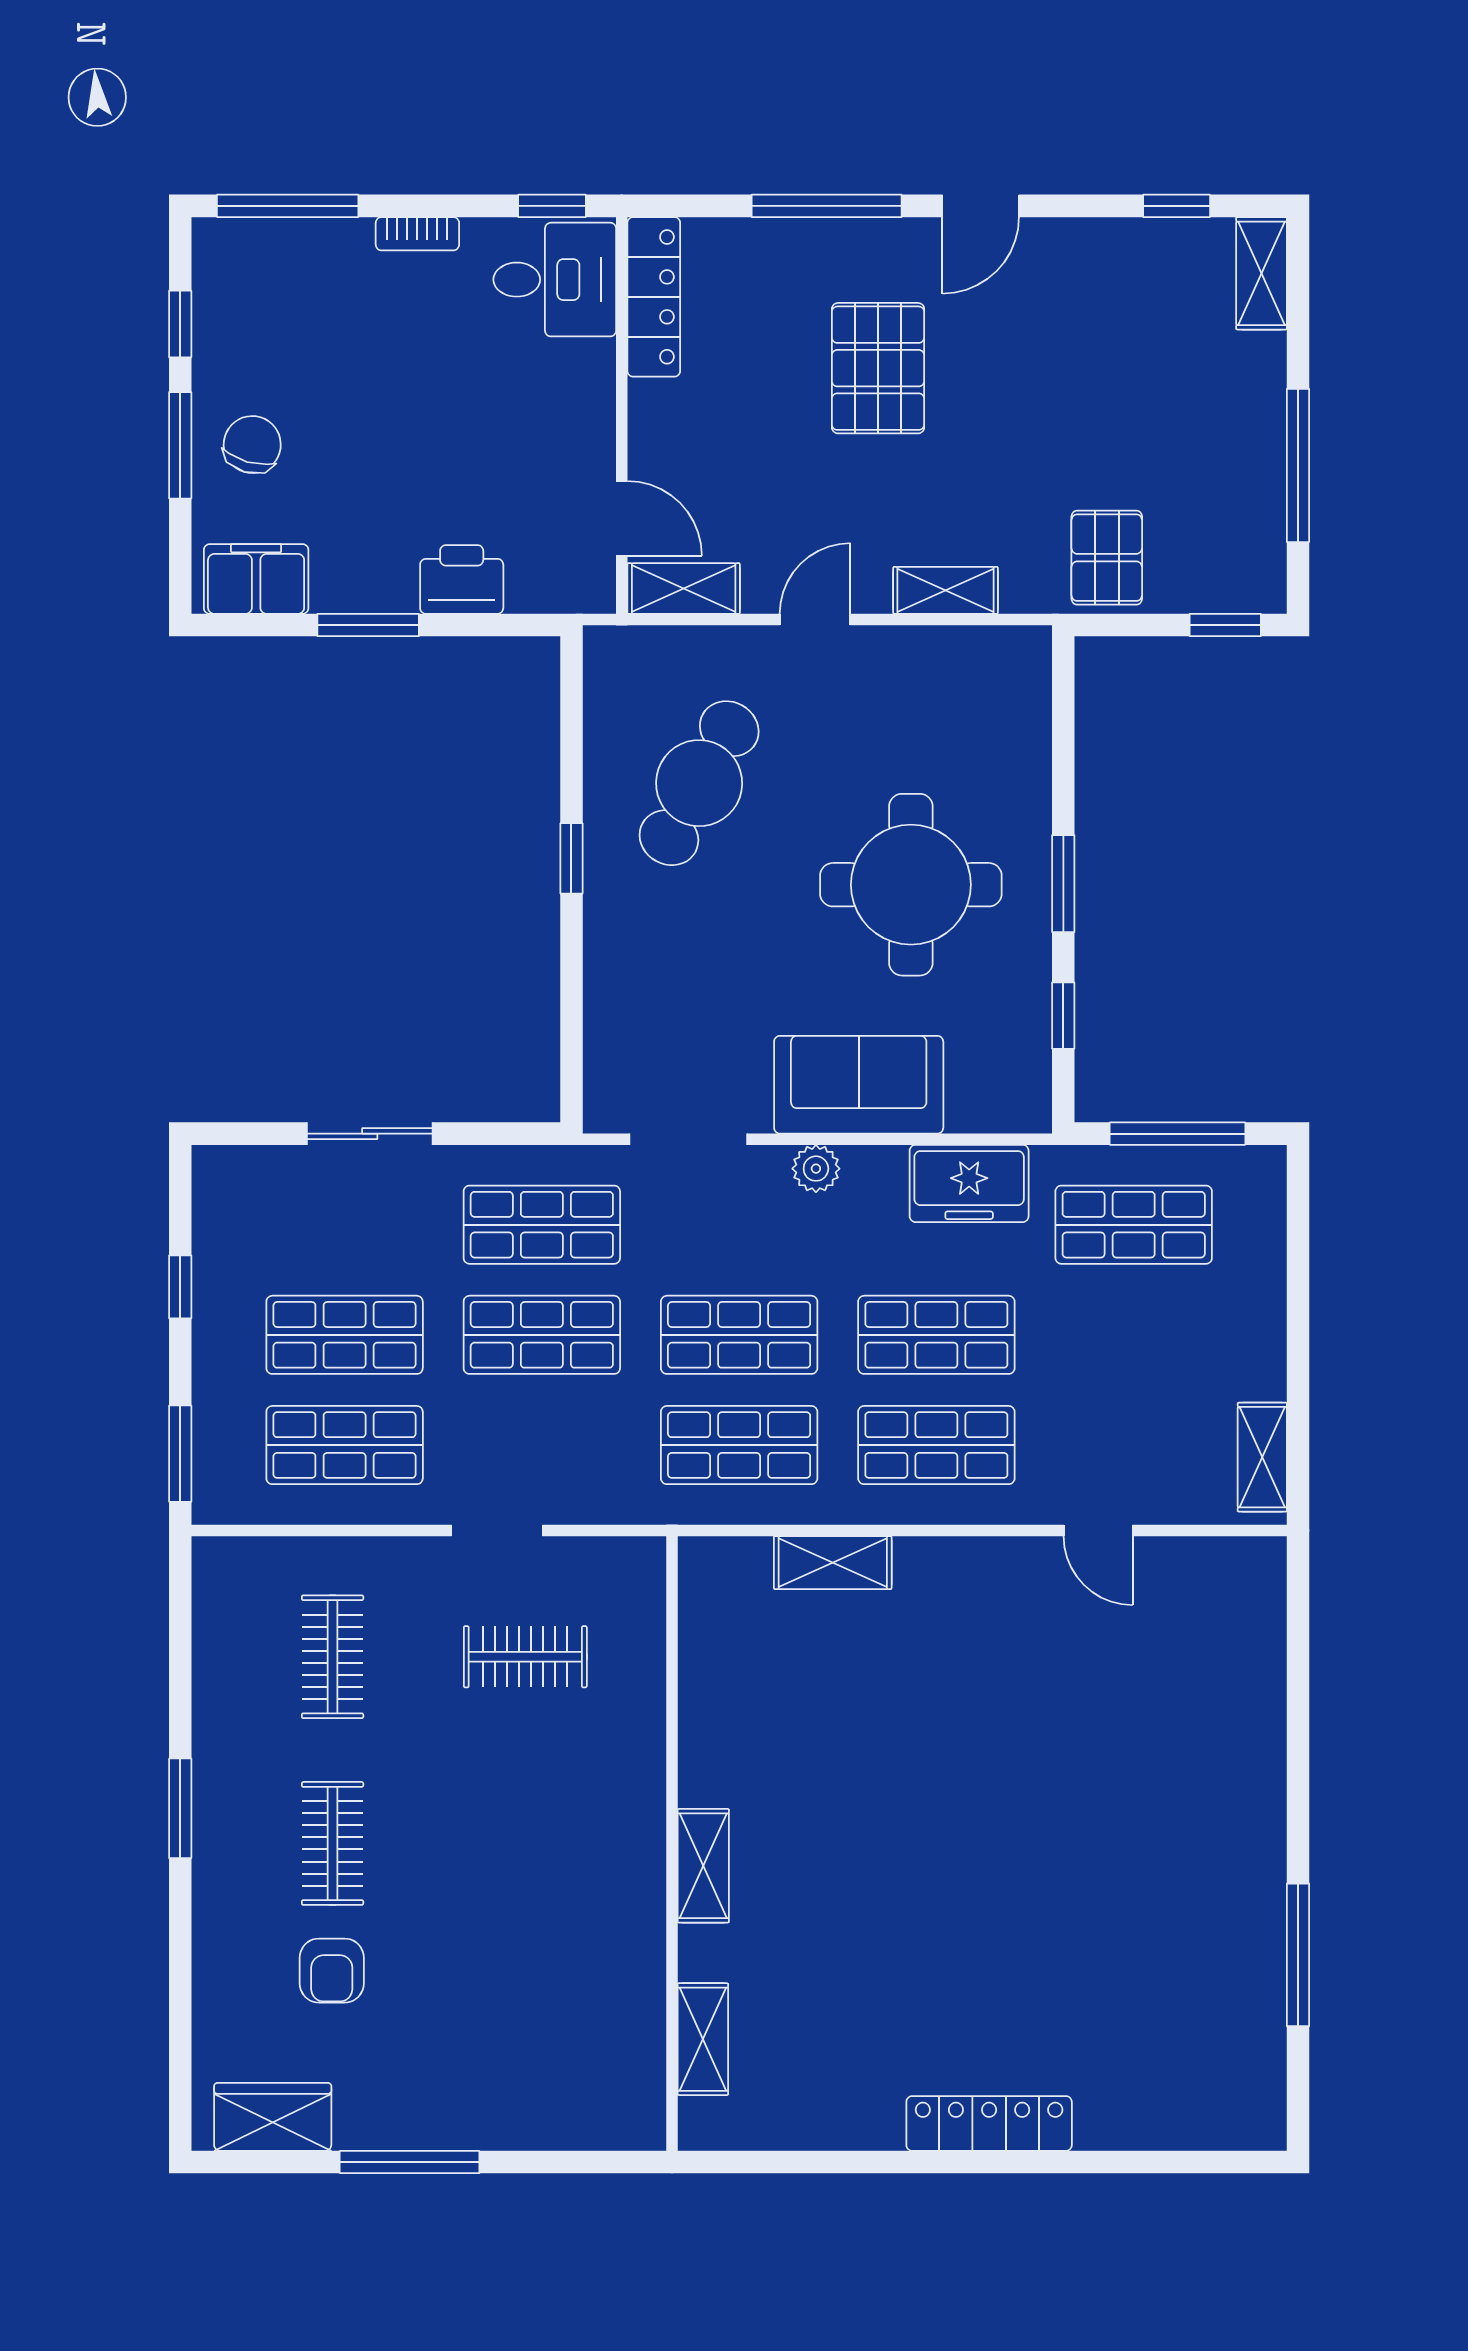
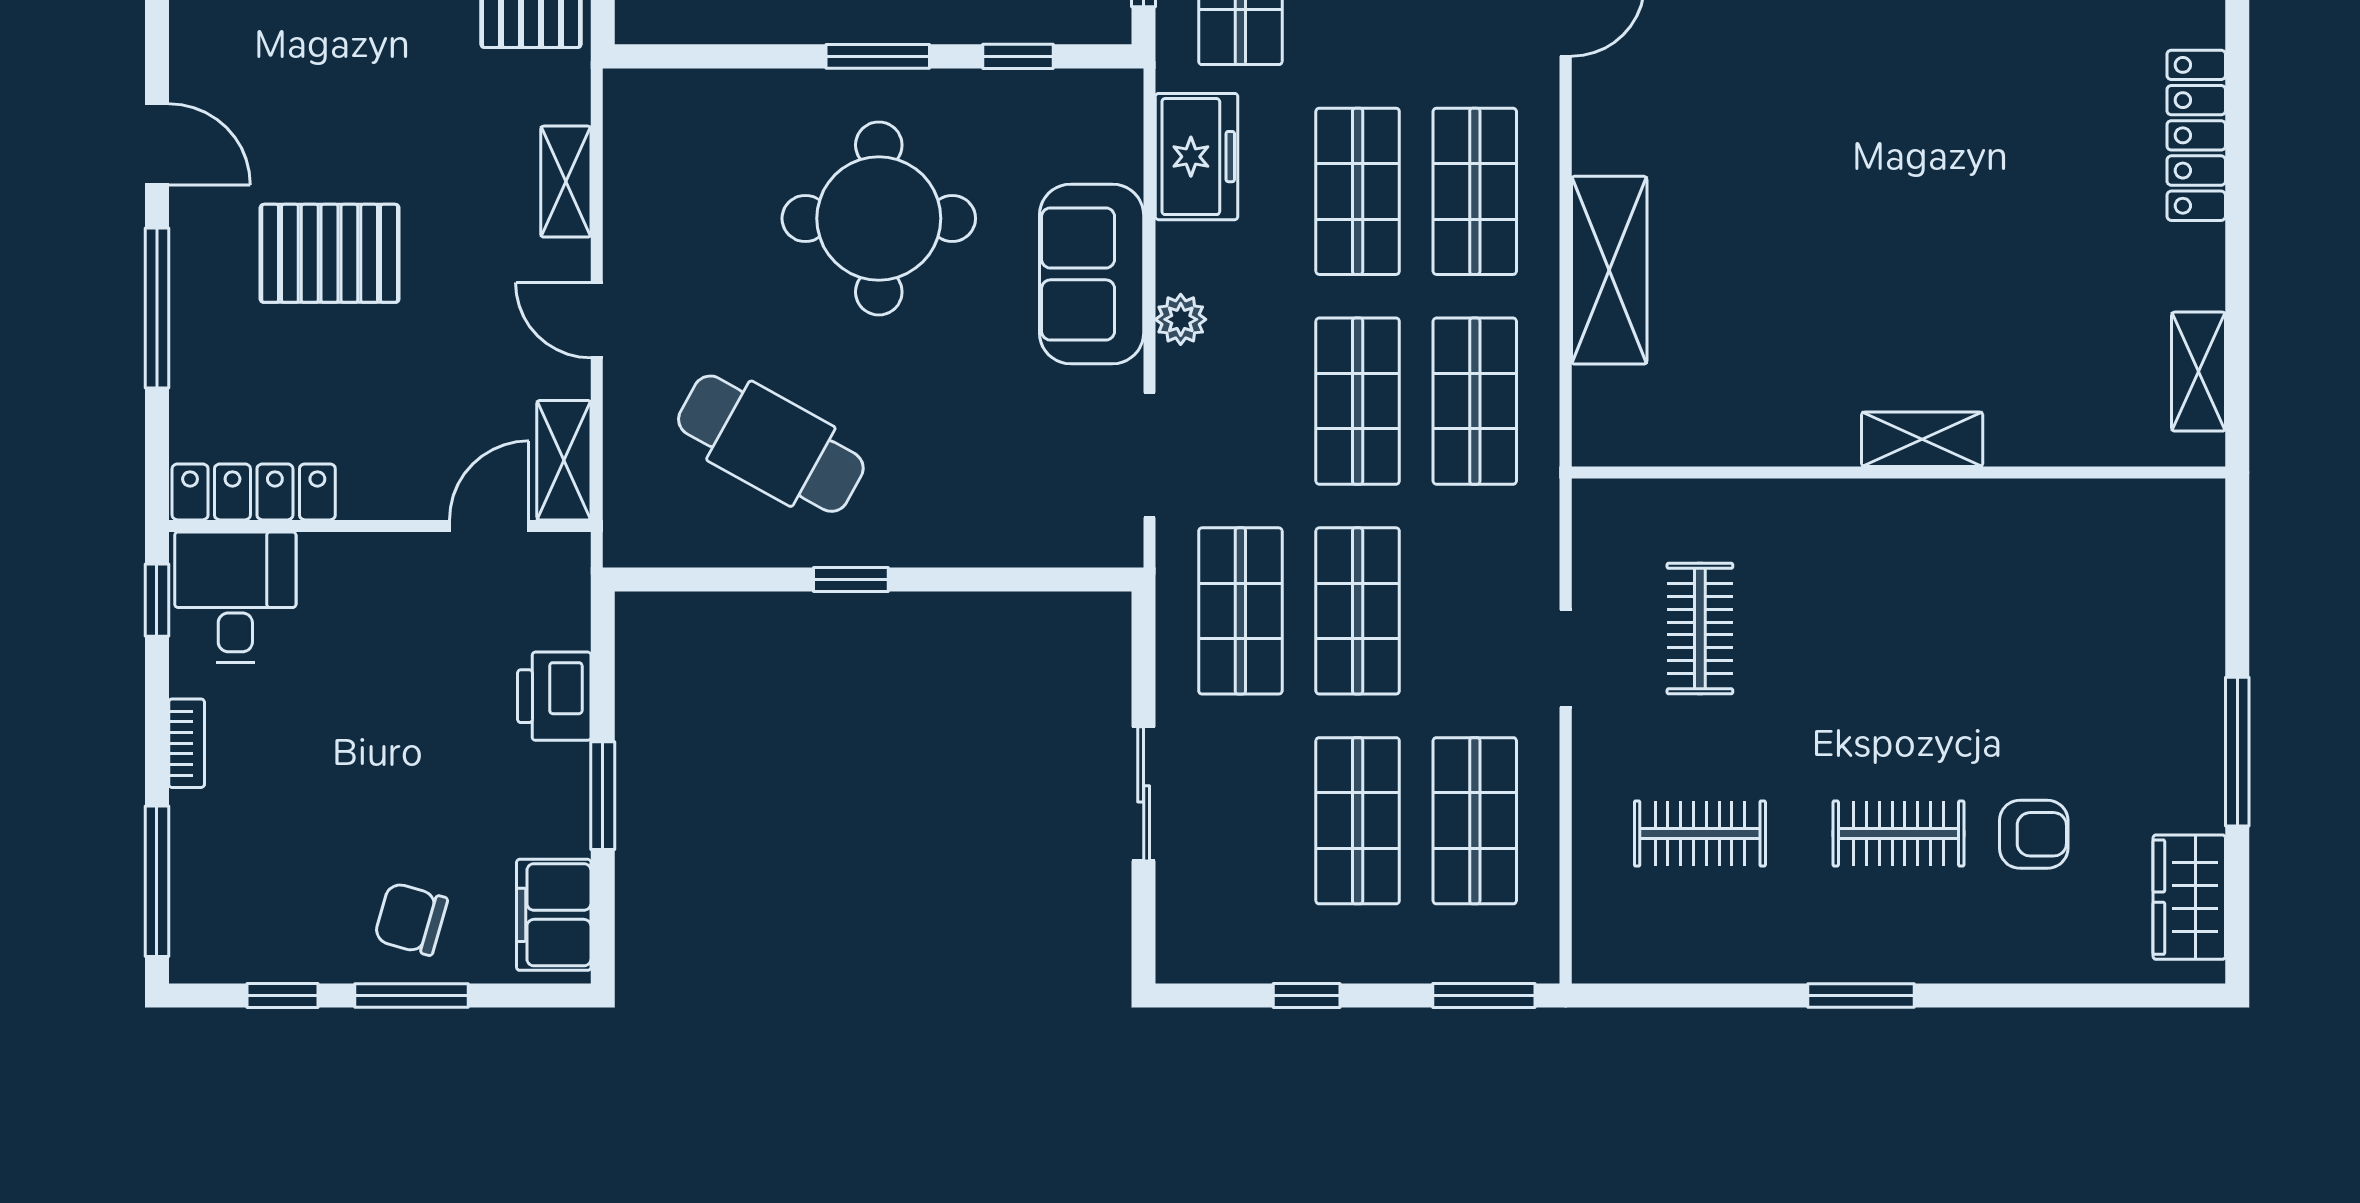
shelving: (833, 1563) -> (1609, 270), width x1.50, depth x1.33
shelving: (703, 2039) -> (2199, 372), moved, turned 90

